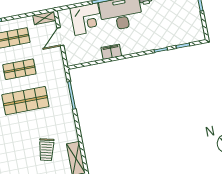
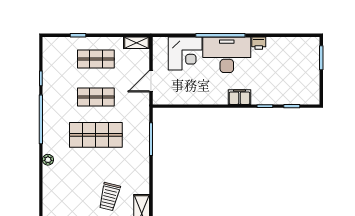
door: (60, 37) -> (151, 81), moved
filing cabinet: (111, 52) -> (240, 97), moved

